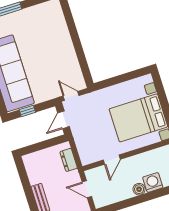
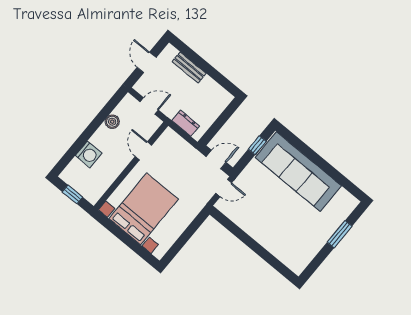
door: (63, 120) -> (216, 160), hinge flipped
boiler: (139, 189) -> (112, 122), moved

